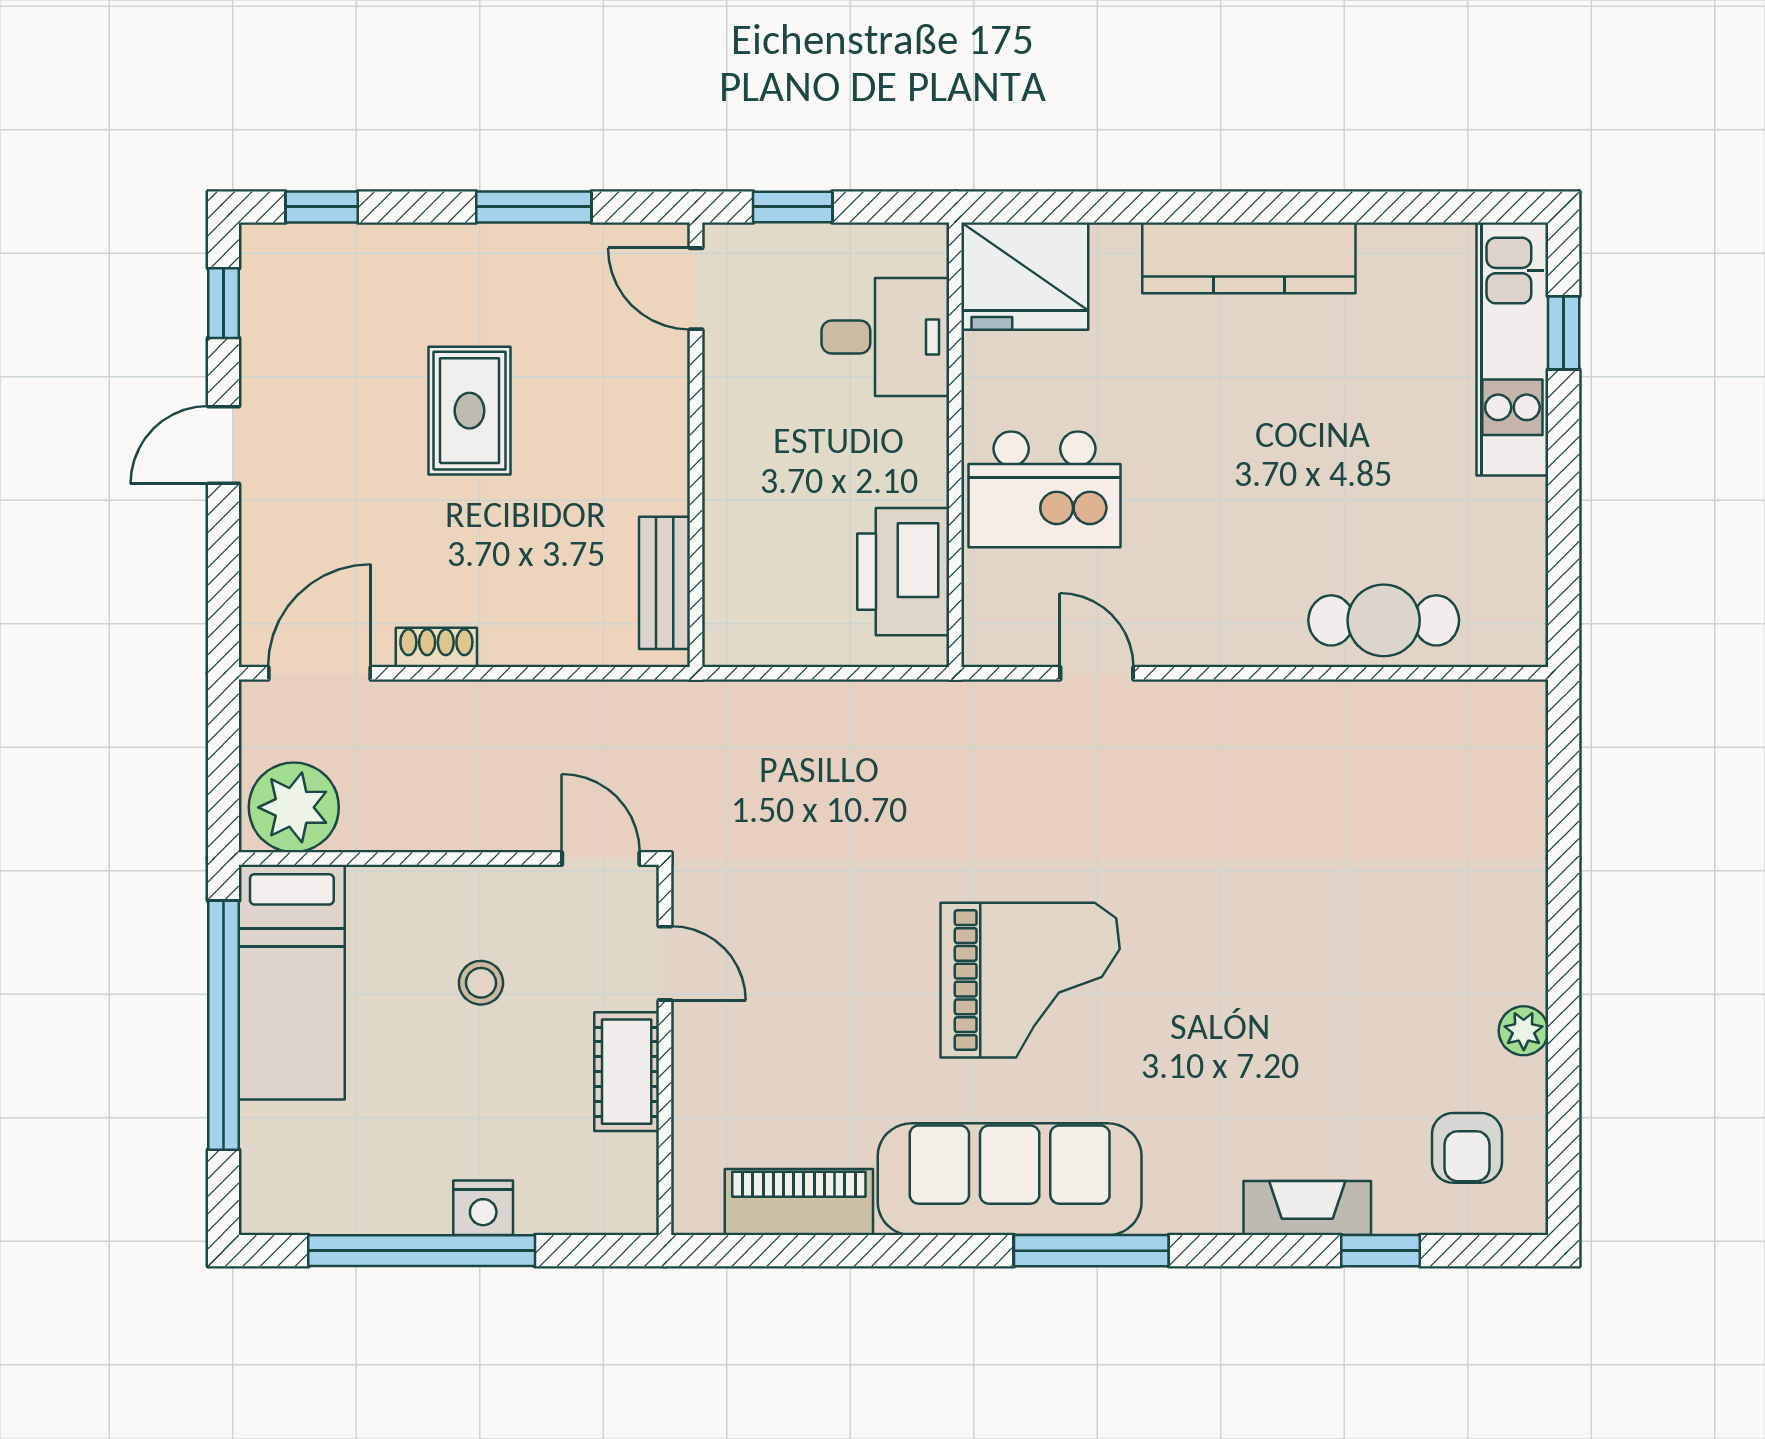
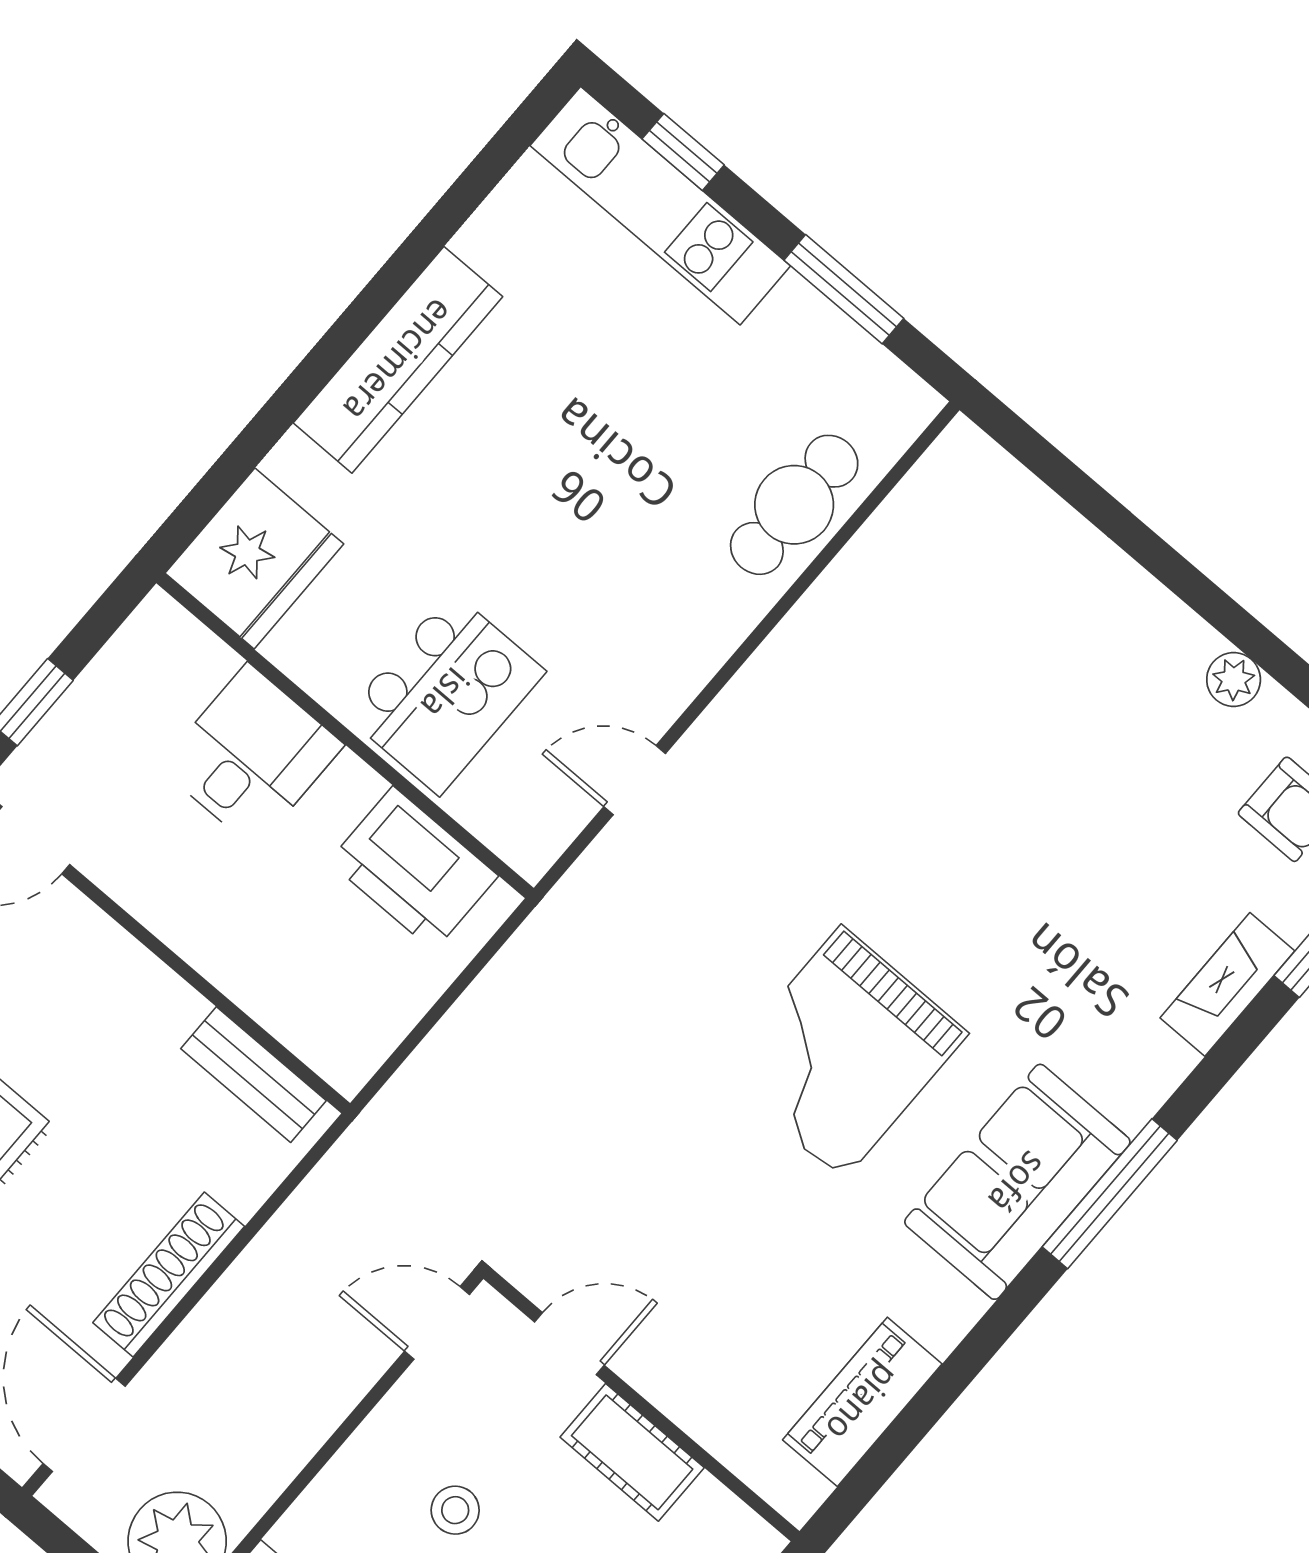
desk: (885, 337) -> (251, 756), moved
window: (1564, 527) -> (844, 289), added
shoe rack: (436, 647) -> (169, 1274), width x1.94, depth x1.24
grand piano: (1030, 980) -> (842, 1053), turned 180
sofa: (1010, 1179) -> (1017, 1182), width x0.73

